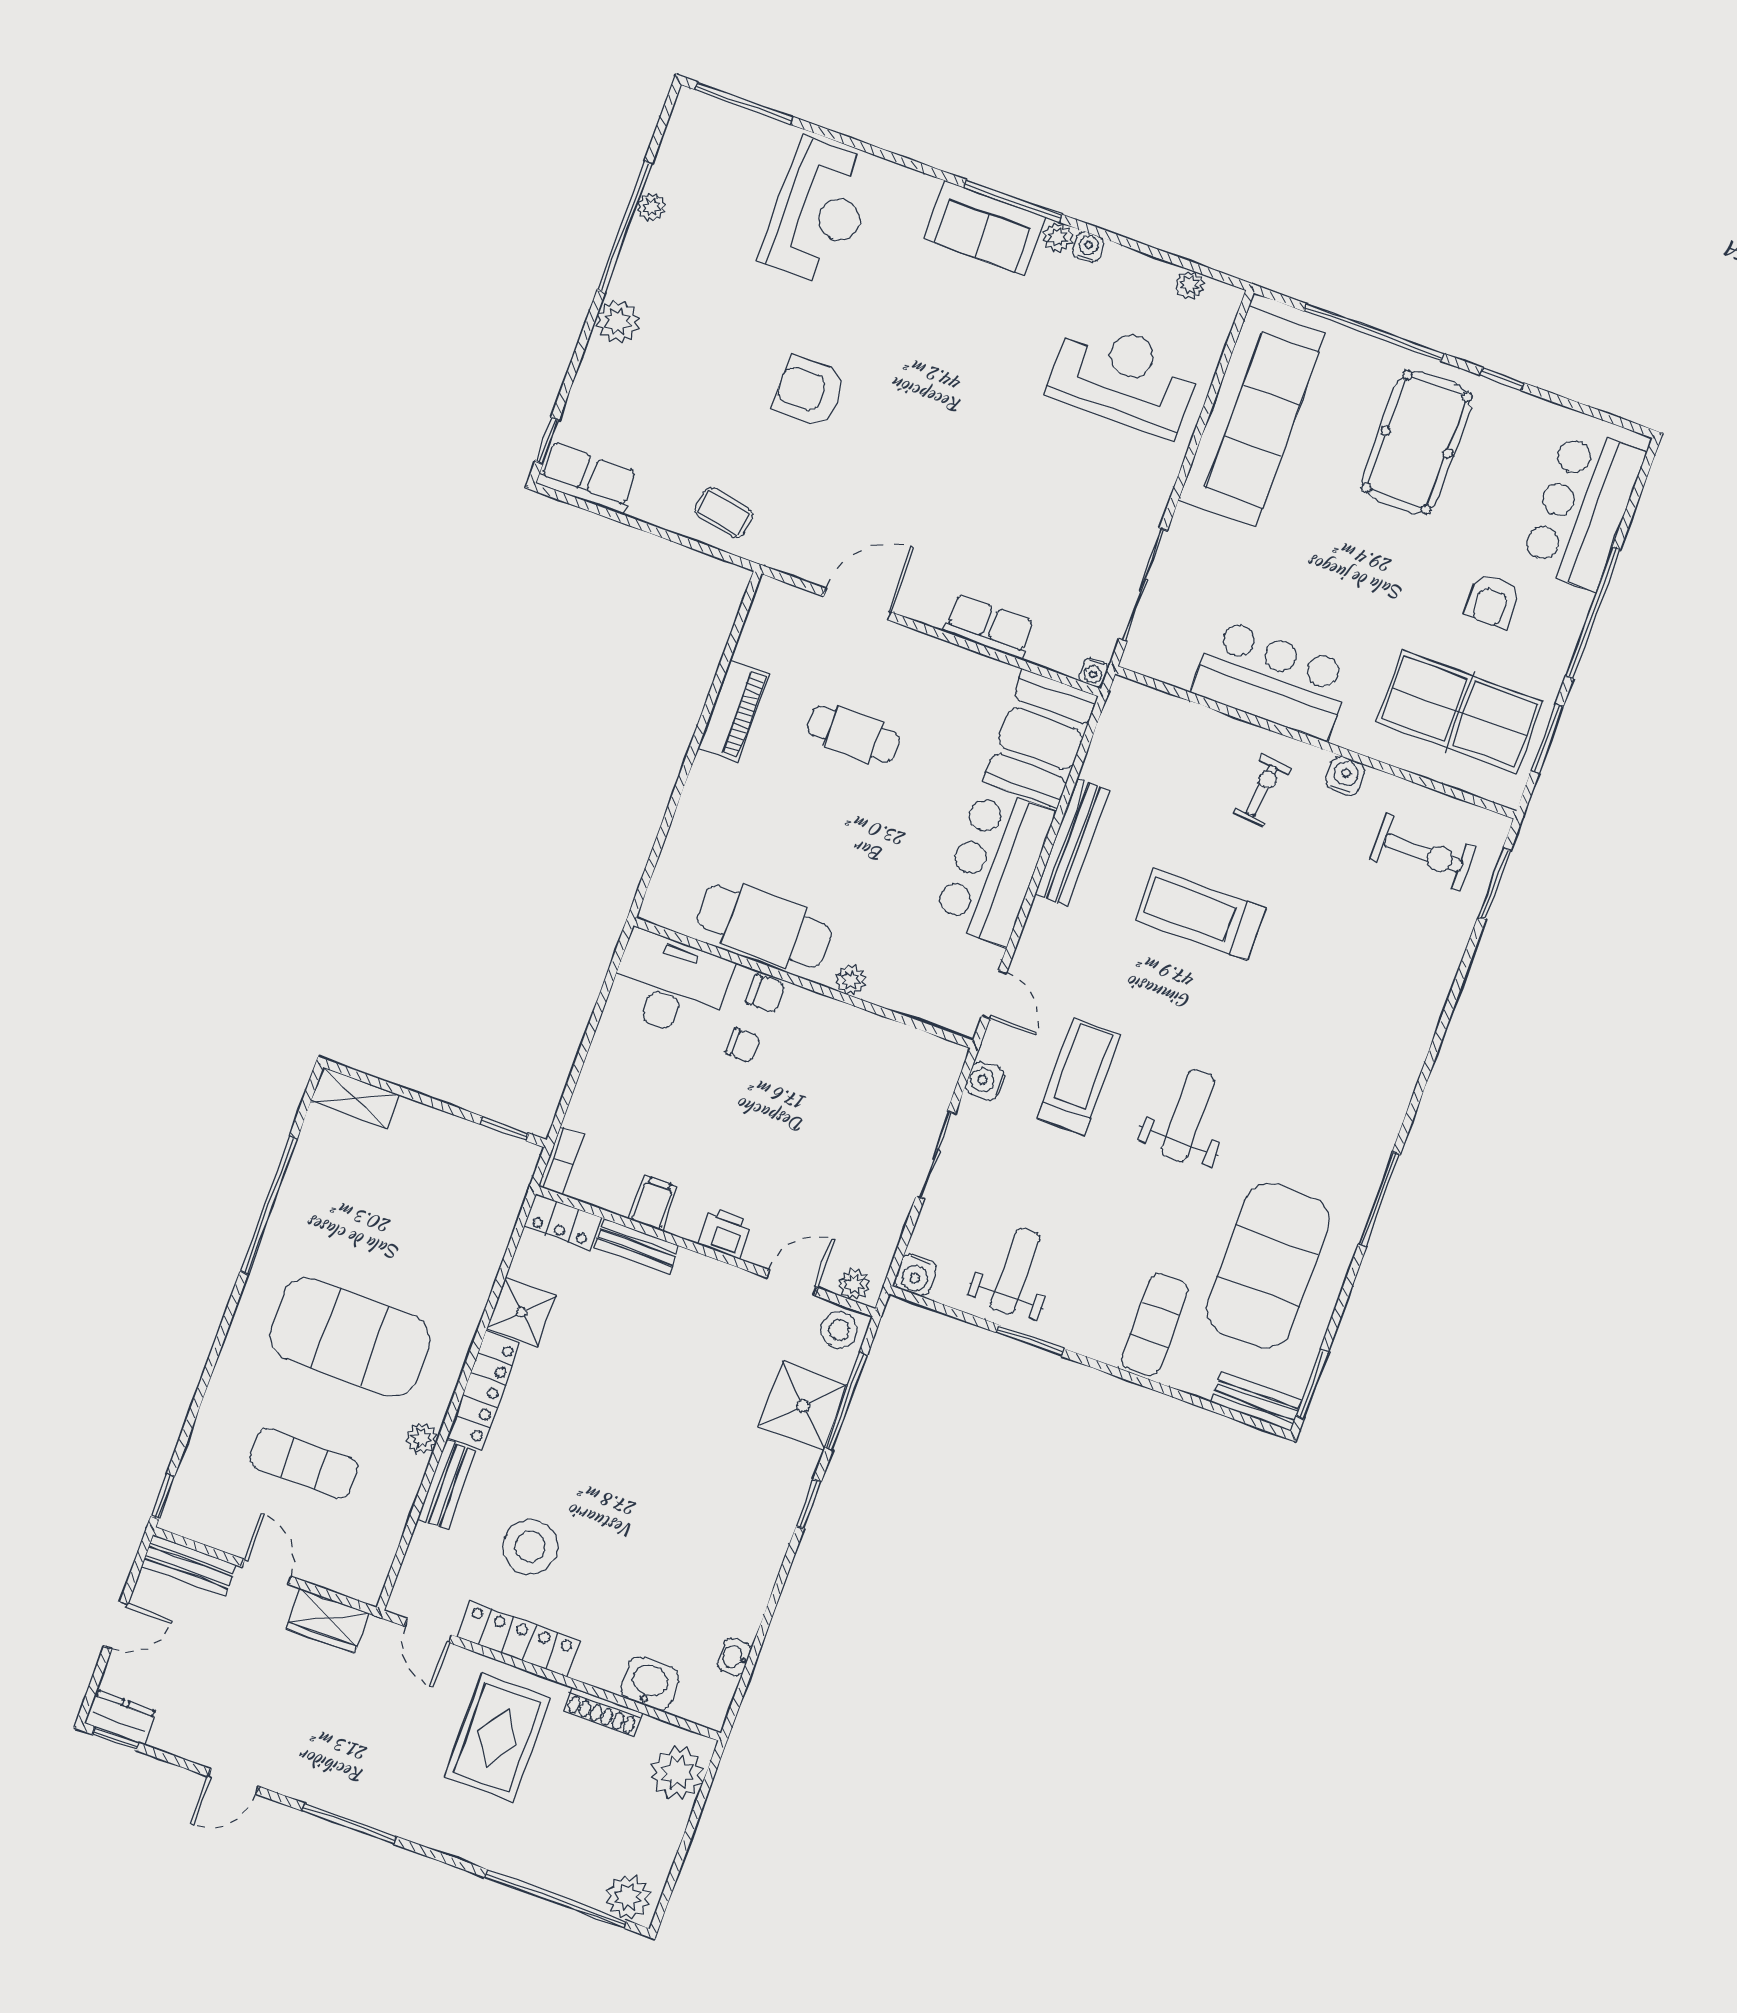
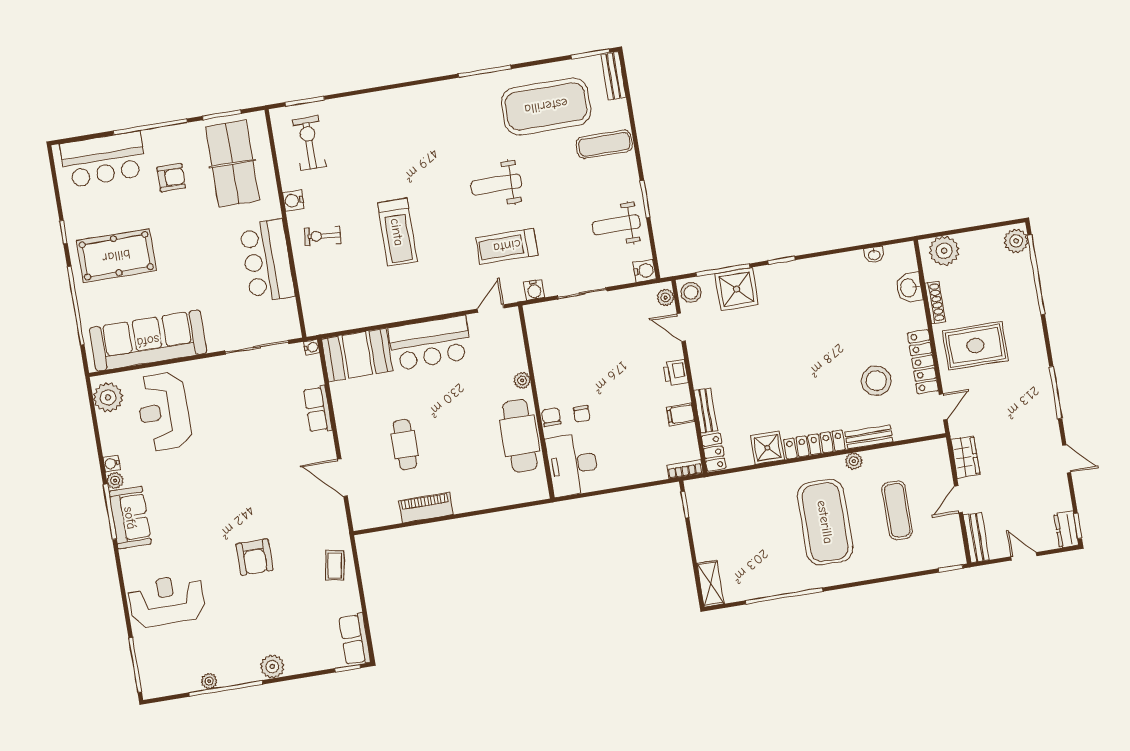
plant: (1190, 285) -> (108, 397), width x1.88, depth x1.88
bench: (1072, 842) -> (398, 312), removed
chair: (743, 1045) -> (582, 414), turned 180

